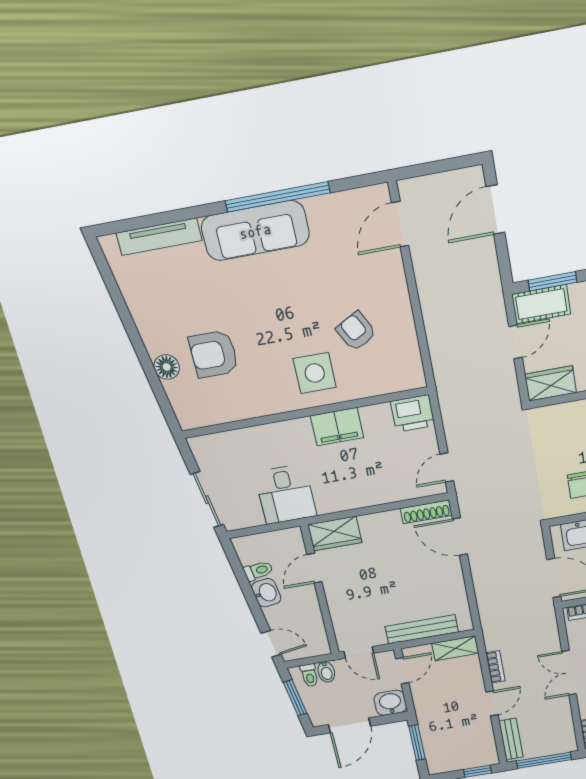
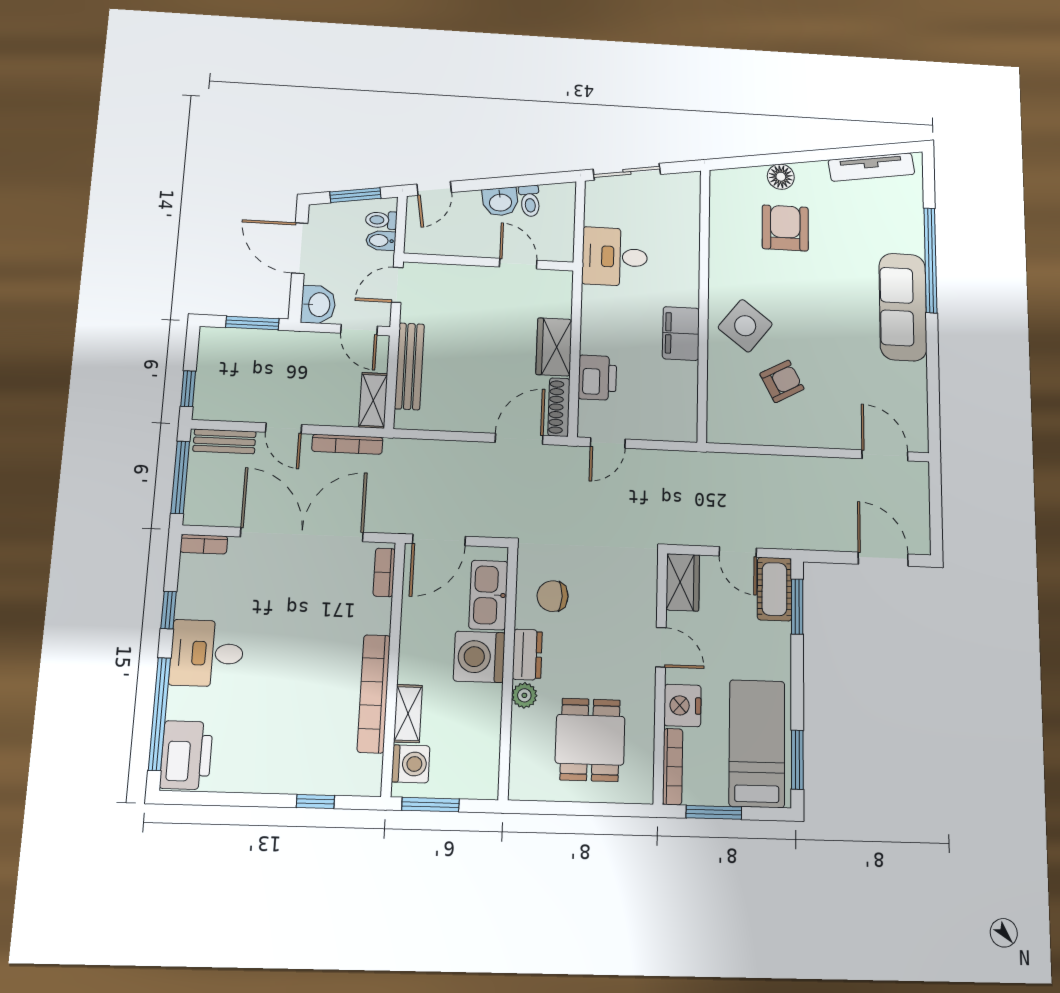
window: (278, 197) -> (930, 260), moved
tv unit: (159, 237) -> (871, 167), moved, turned -99
side table: (315, 373) -> (745, 326), turned 38
printer: (413, 413) -> (597, 378), moved, turned 180
door: (447, 468) -> (608, 443), swing flipped
wardrobe: (335, 534) -> (554, 347), moved
bookcase: (495, 667) -> (347, 444), width x1.56
double door: (569, 673) -> (302, 535), width x1.87

